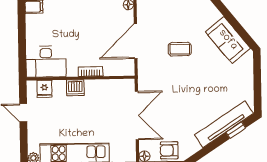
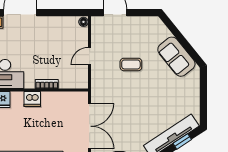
door: (136, 41) -> (90, 56), width x0.53

